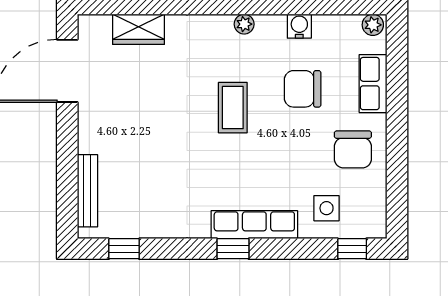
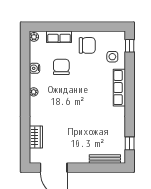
chair: (303, 89) -> (61, 67), turned 180
coffee table: (233, 108) -> (69, 97), removed
window: (233, 249) -> (130, 97), removed

